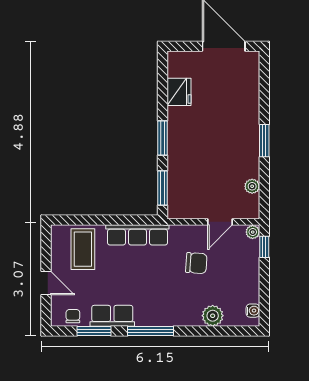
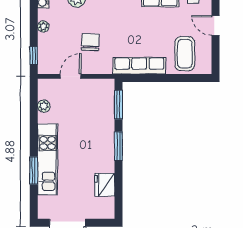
kitchen unit: (248, 122) -> (48, 159), added
window: (264, 141) -> (34, 170), moved
plant: (253, 232) -> (43, 26), moved
chair: (196, 263) -> (90, 42), turned 88

